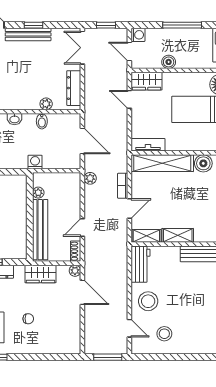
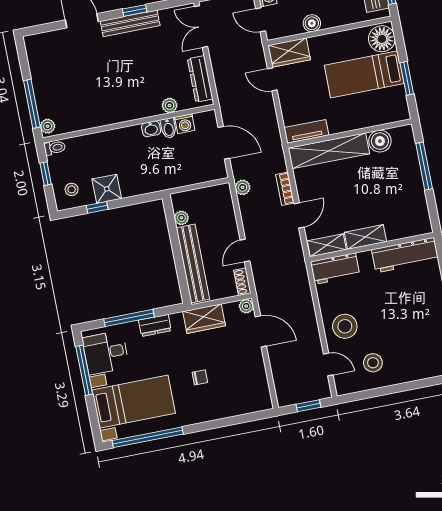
washbasin: (14, 119) -> (151, 129), moved
washing machine: (35, 162) -> (185, 124), moved, turned 180
workbench: (141, 264) -> (335, 269), moved, turned 90
window: (108, 357) -> (308, 406), width x0.67

